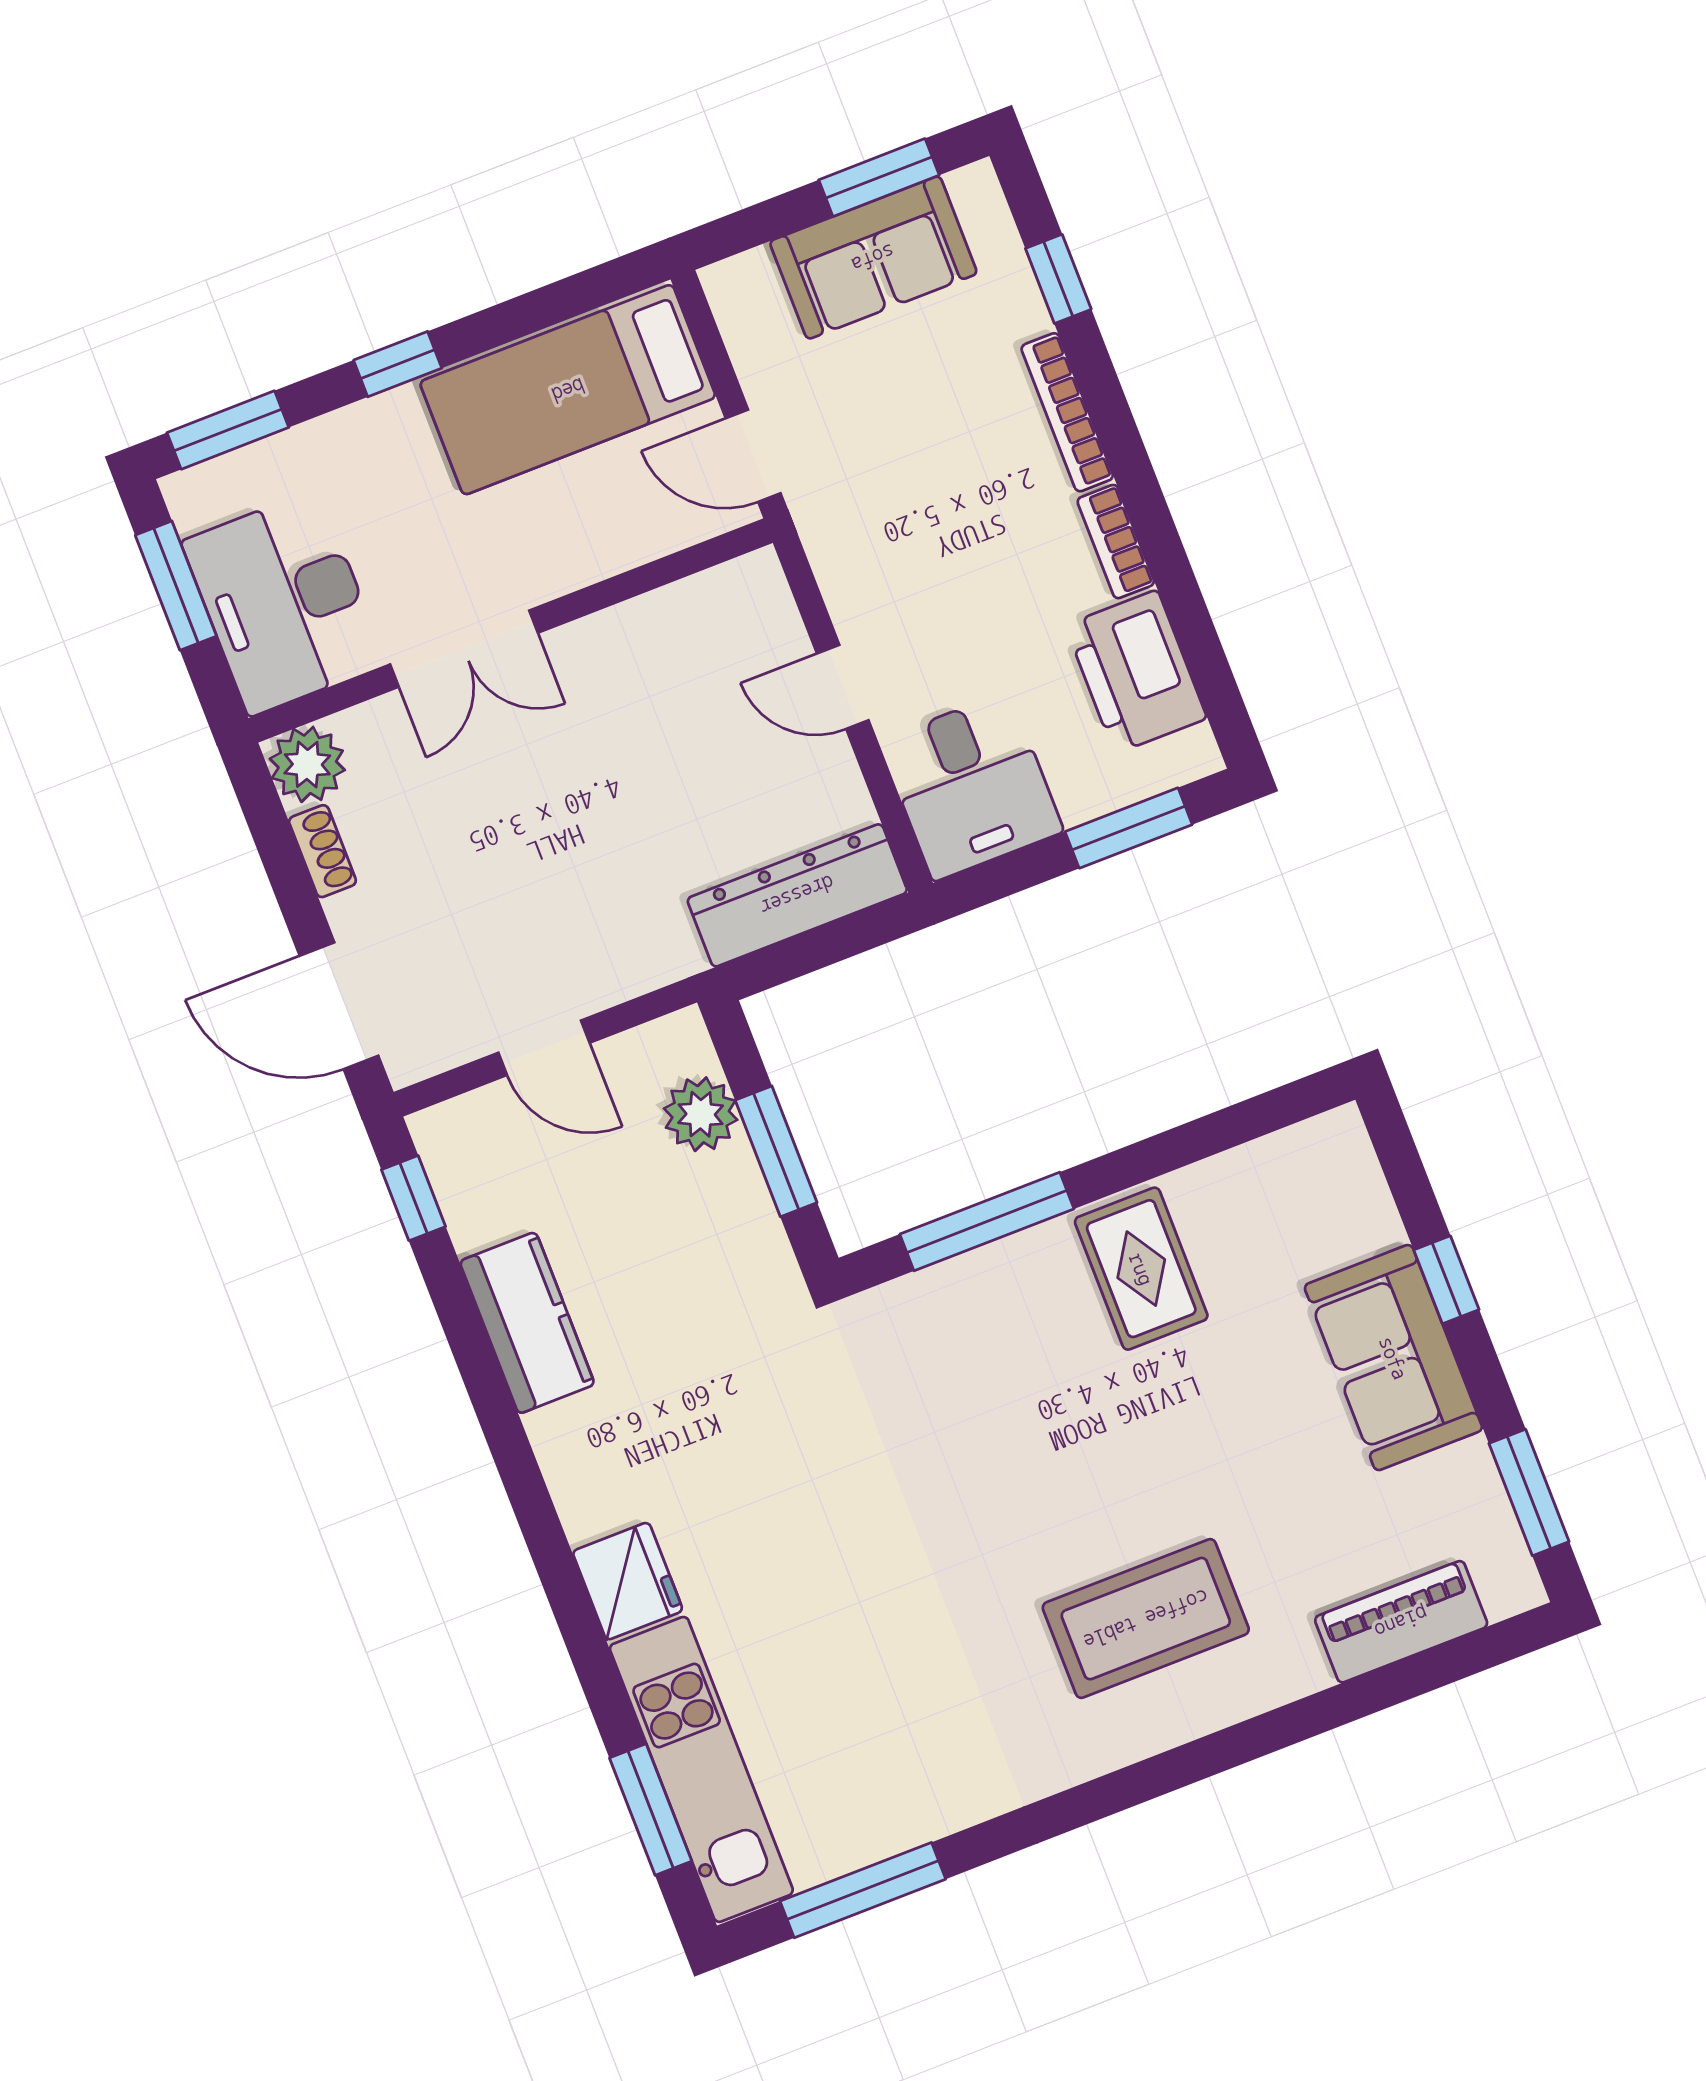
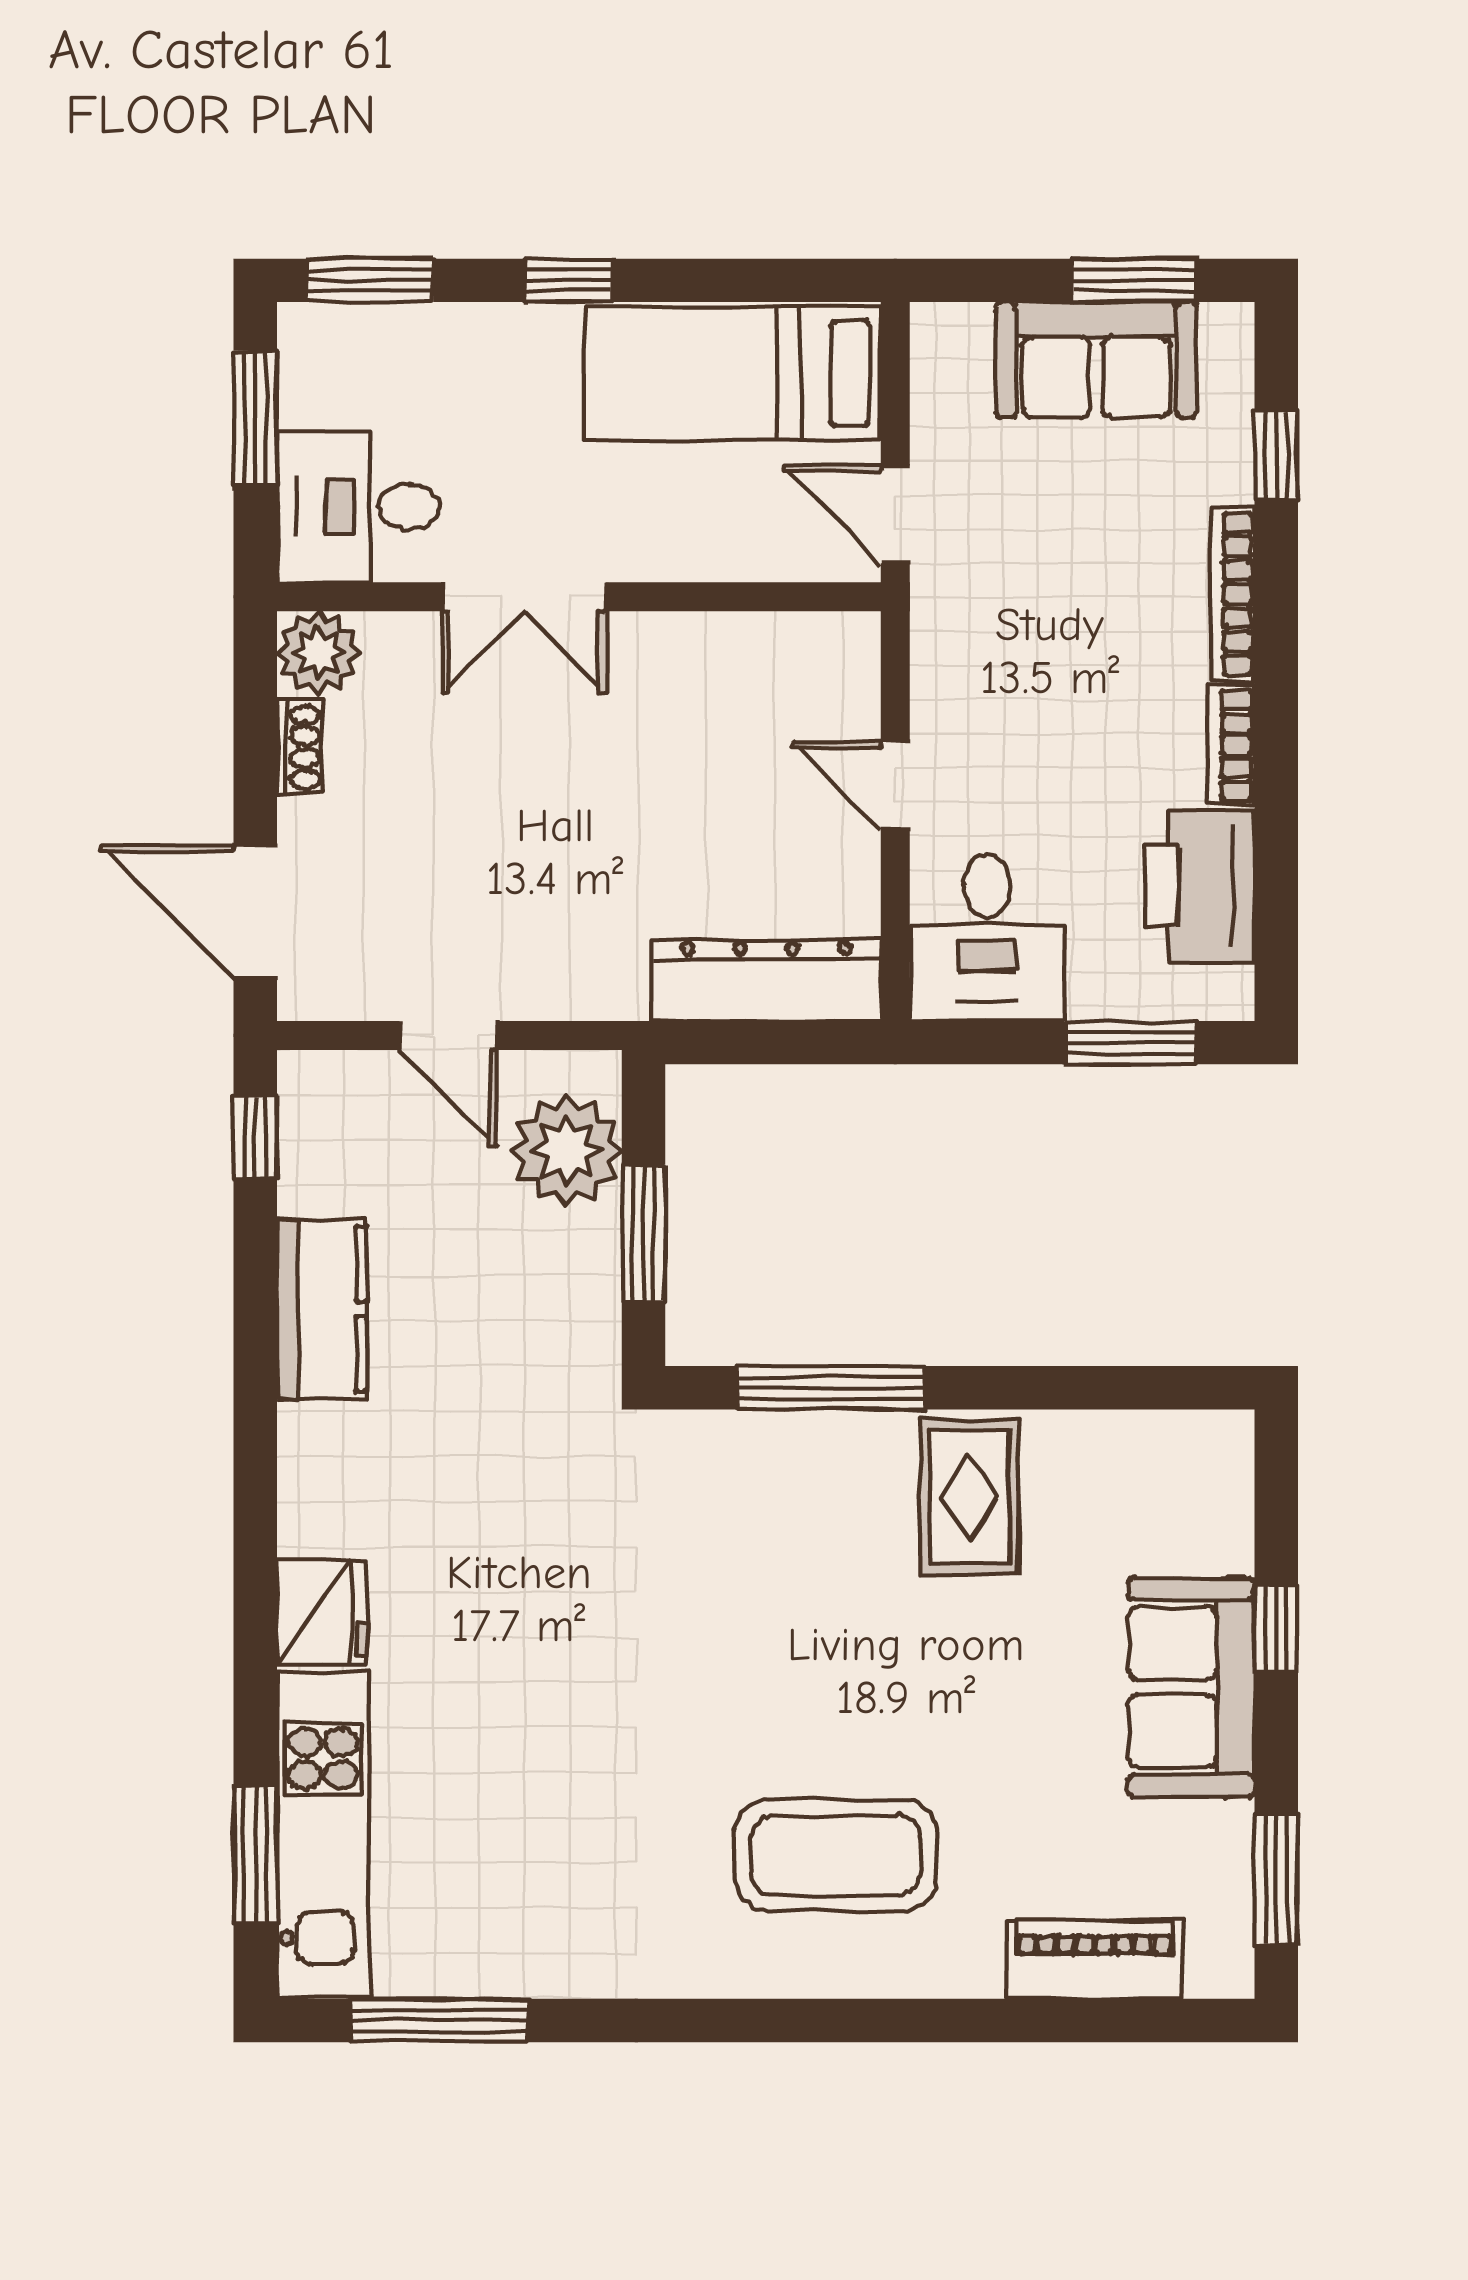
desk: (284, 603) -> (358, 507), width x0.73
plant: (701, 1114) -> (566, 1150), width x1.36, depth x1.36

